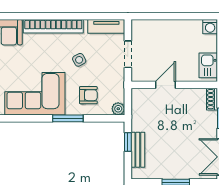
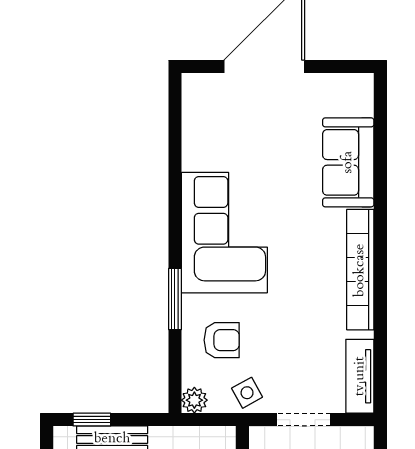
side table: (79, 60) -> (247, 393), moved
armchair: (88, 95) -> (222, 340), turned -90
window: (128, 142) -> (92, 420), moved

